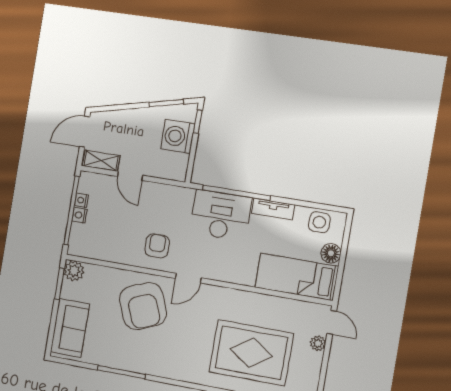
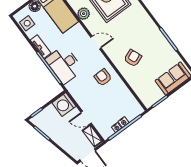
washing machine: (178, 136) -> (64, 105), moved, turned 90
door: (130, 176) -> (86, 118), swing flipped
armchair: (157, 246) -> (103, 77), turned 90
plant: (74, 271) -> (84, 14), moved
door: (188, 278) -> (96, 43), moved
armchair: (143, 306) -> (133, 58), width x0.53, depth x0.53

